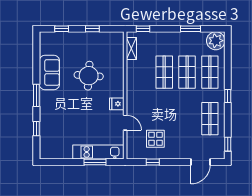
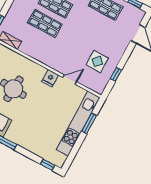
window: (36, 129) -> (48, 165), moved
kitchen unit: (98, 152) -> (78, 124), width x1.36

